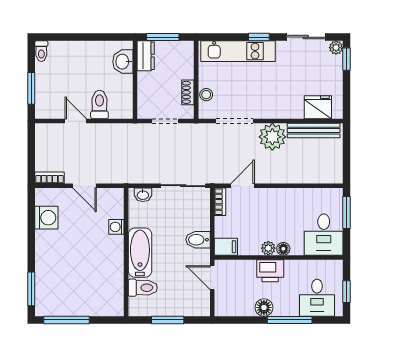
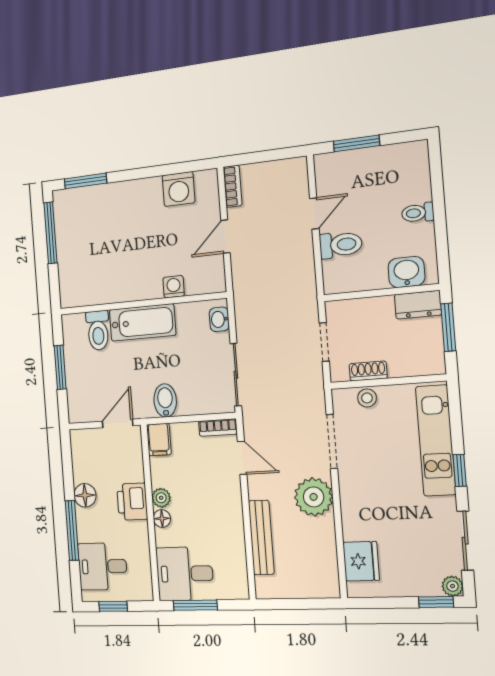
toilet: (41, 51) -> (418, 213), moved
bench: (314, 131) -> (261, 537), moved
window: (347, 213) -> (195, 605), moved

